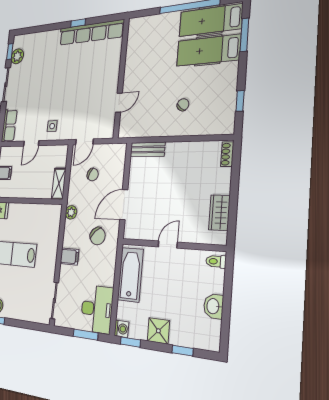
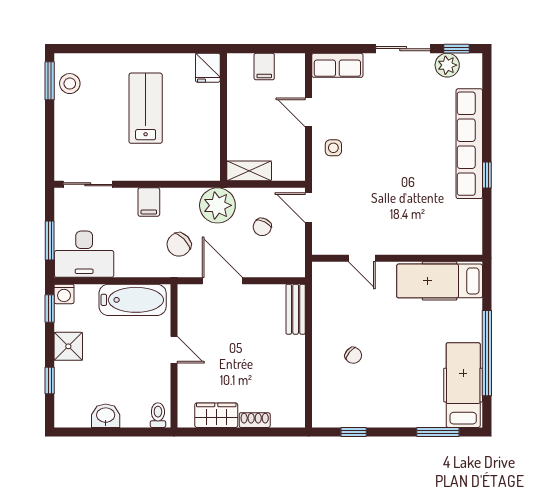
row of seats: (91, 32) -> (469, 144), moved
hospital bed: (208, 50) -> (440, 281), moved, turned -90
shoe rack: (227, 154) -> (255, 420), moved
plant: (71, 212) -> (217, 205), width x1.88, depth x1.88

